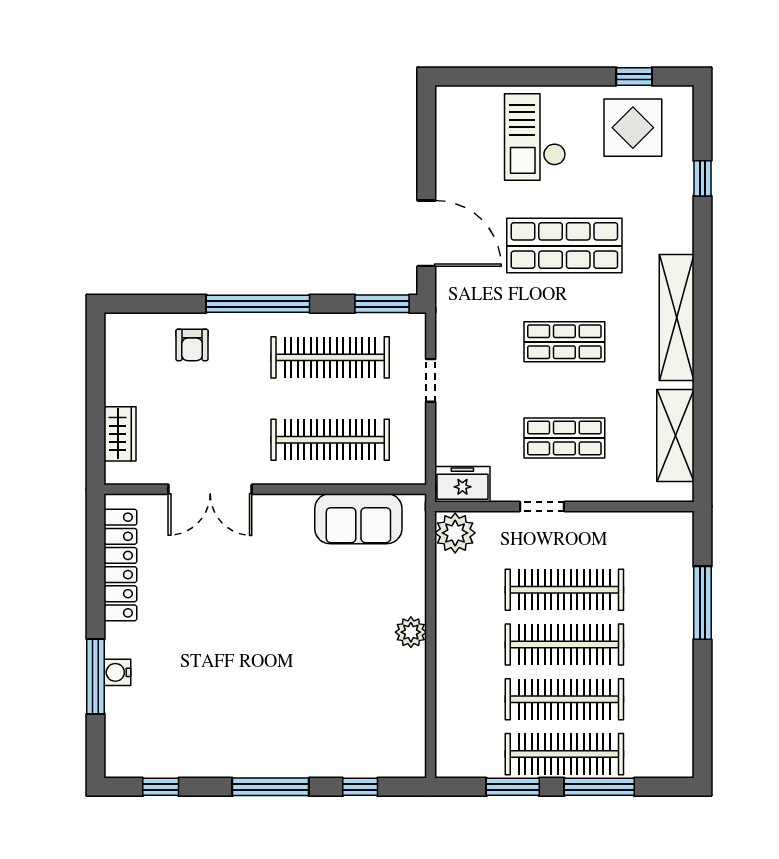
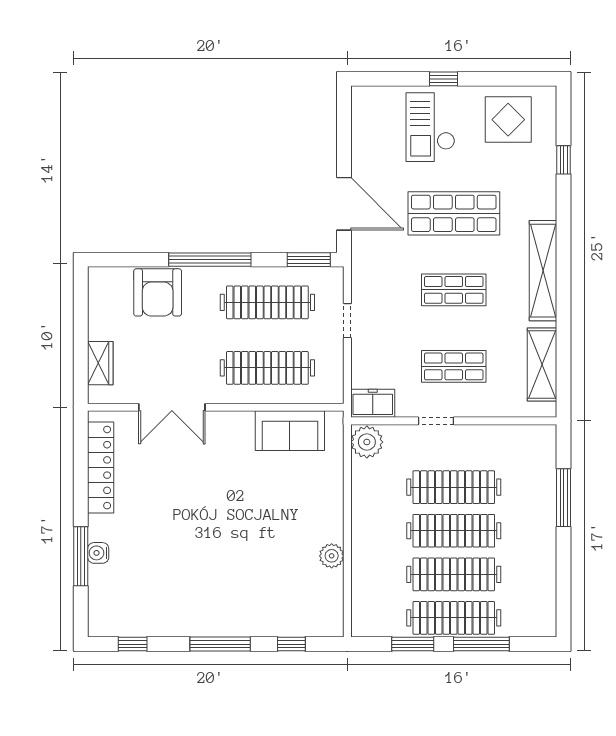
window: (634, 76) -> (444, 79), moved
armchair: (192, 345) -> (158, 292), width x1.88, depth x1.88
plant: (411, 632) -> (332, 556), moved

